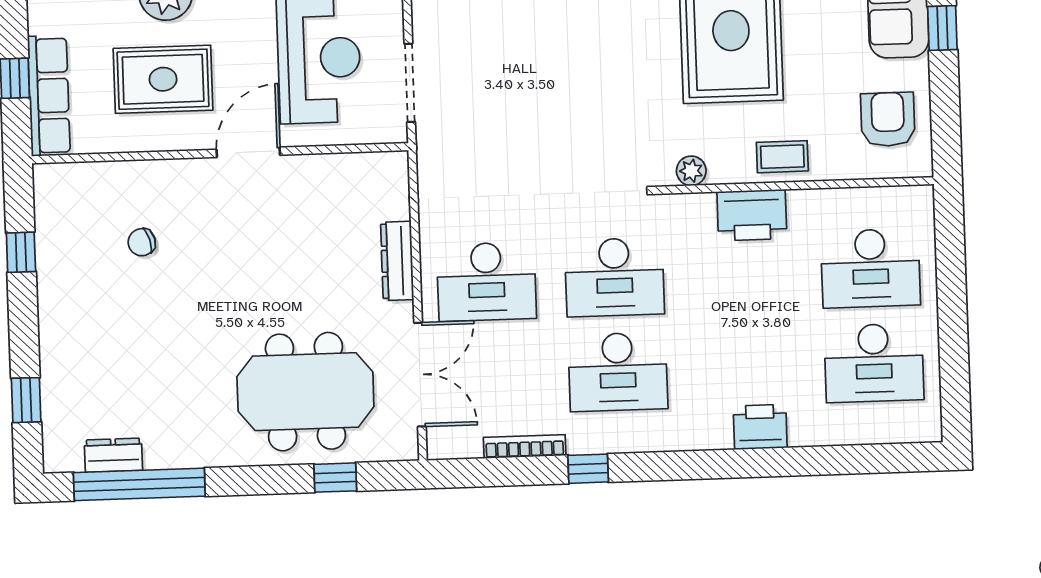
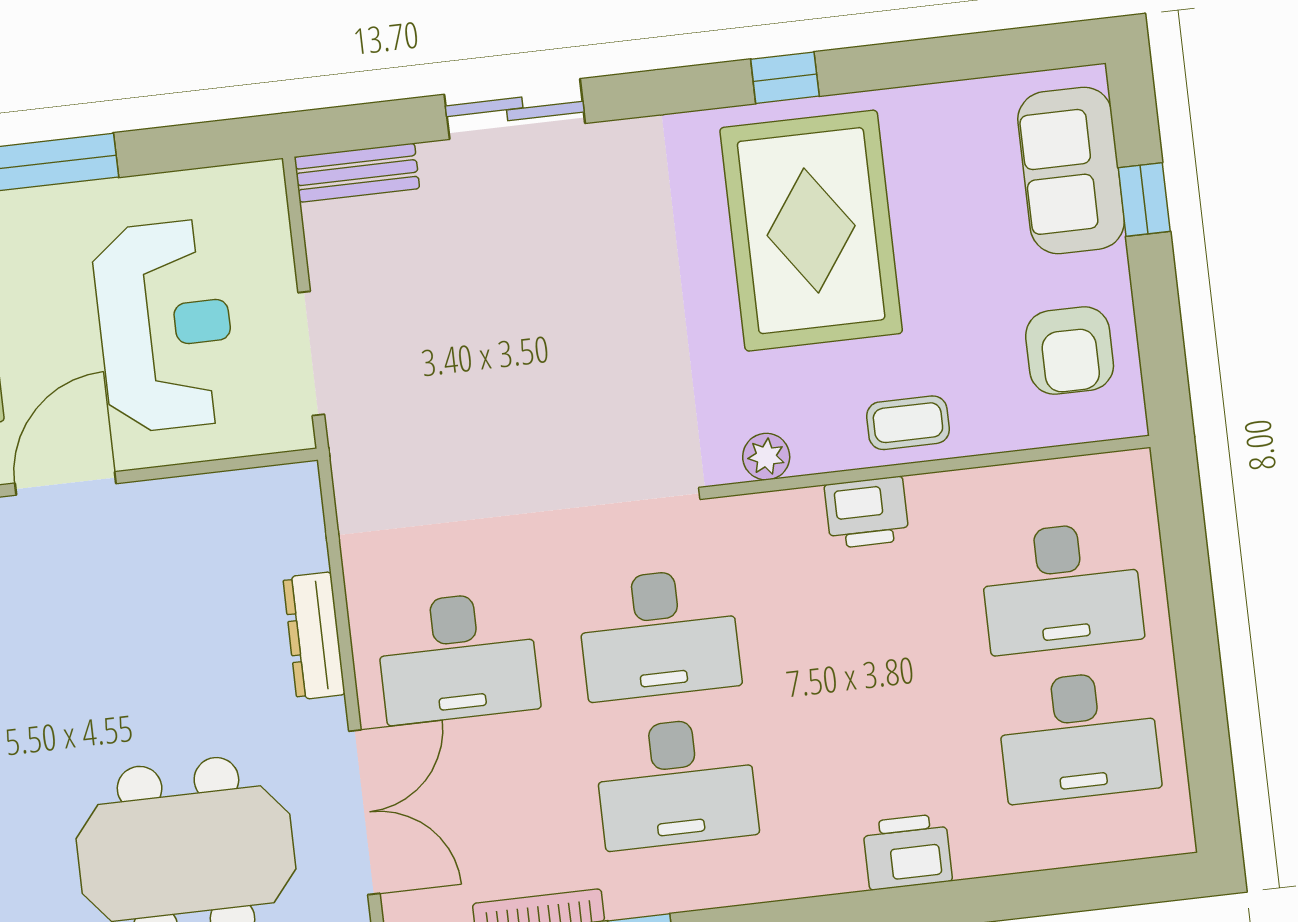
armchair: (888, 119) -> (1070, 351), turned 180
printer: (752, 215) -> (867, 512), width x0.73, depth x0.84

